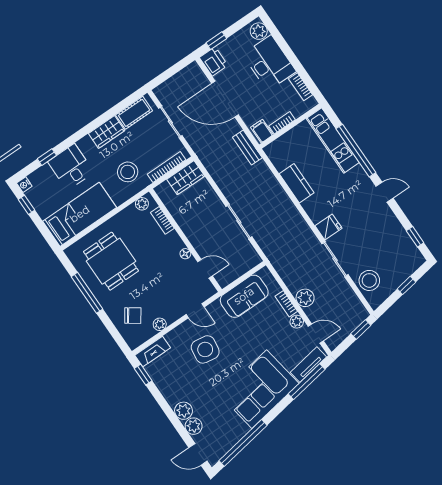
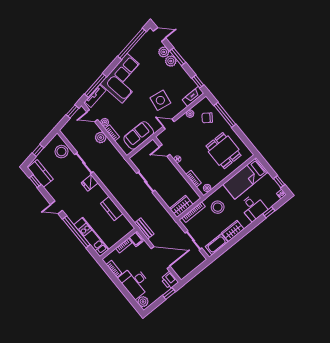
kitchen counter: (406, 248) -> (40, 173), added
window: (87, 293) -> (225, 115), moved
window: (361, 329) -> (72, 111), moved
window: (172, 417) -> (178, 57), added

